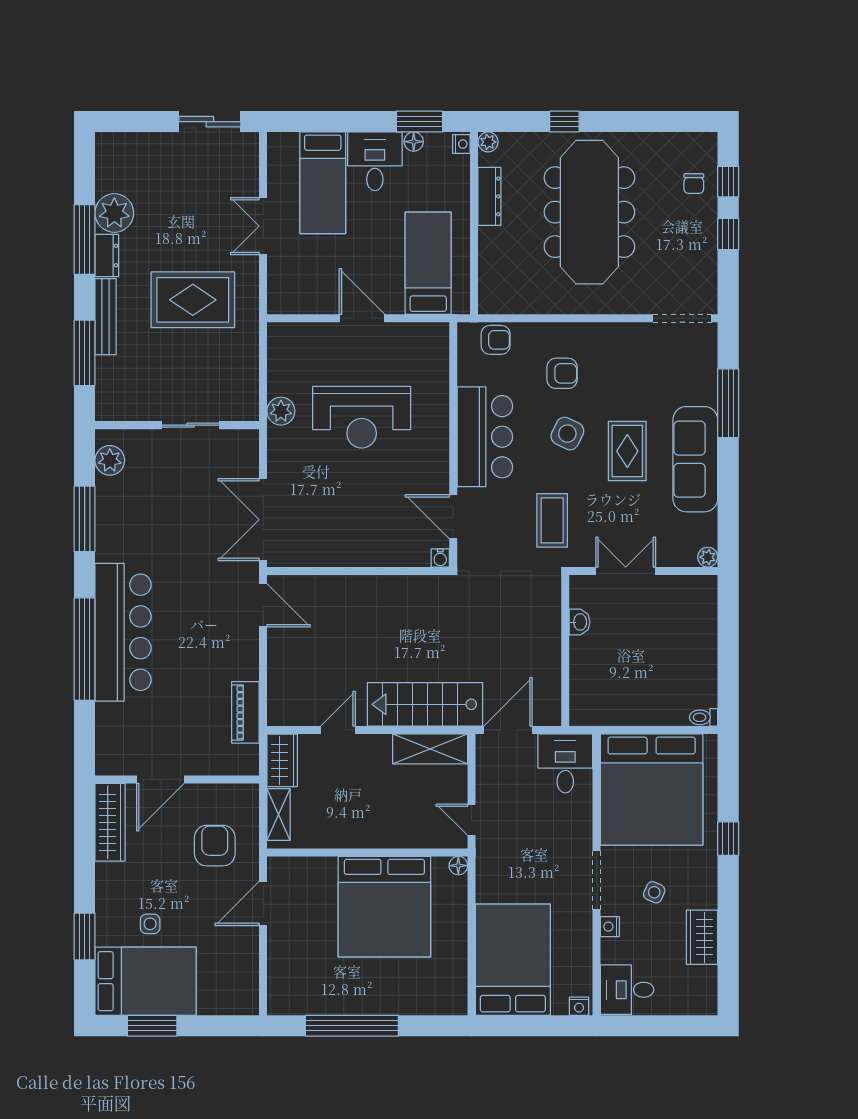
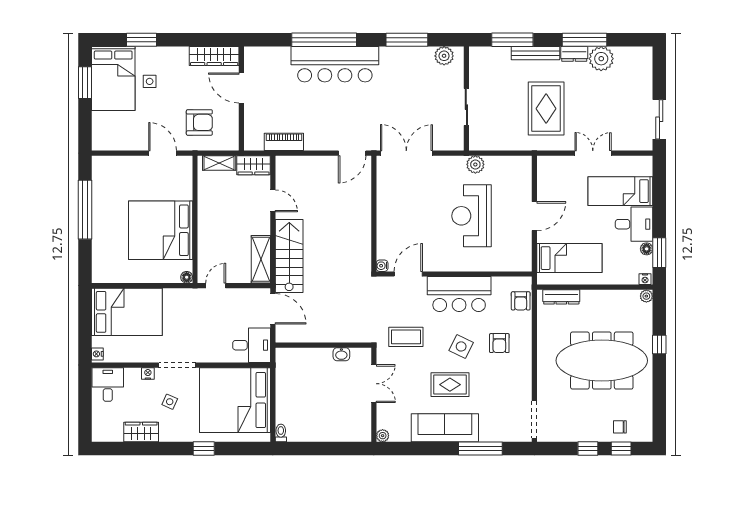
dresser: (489, 196) -> (561, 297), moved

